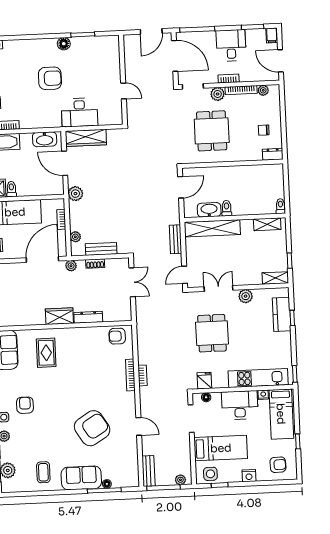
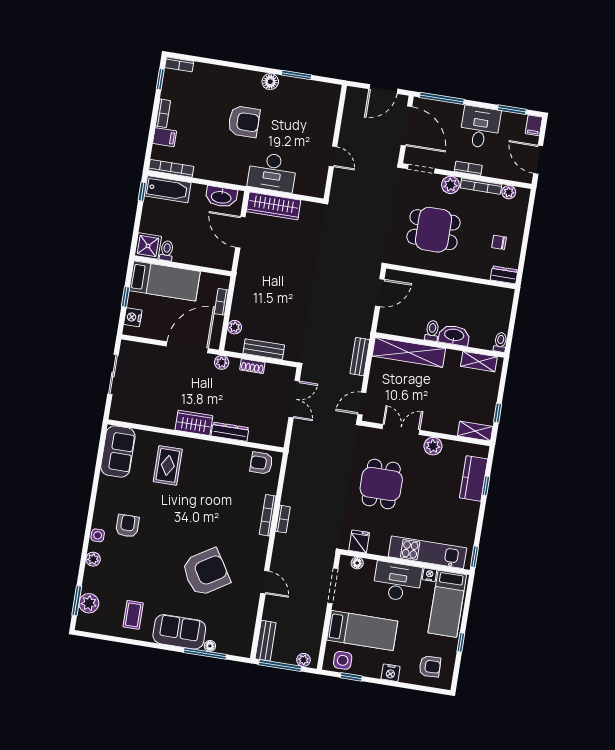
dining table: (212, 131) -> (433, 230), turned 90
plant: (75, 194) -> (246, 273), removed
washbasin: (209, 210) -> (454, 335), moved

